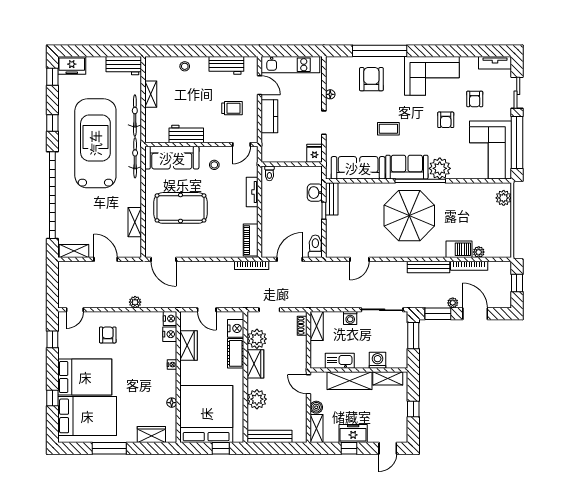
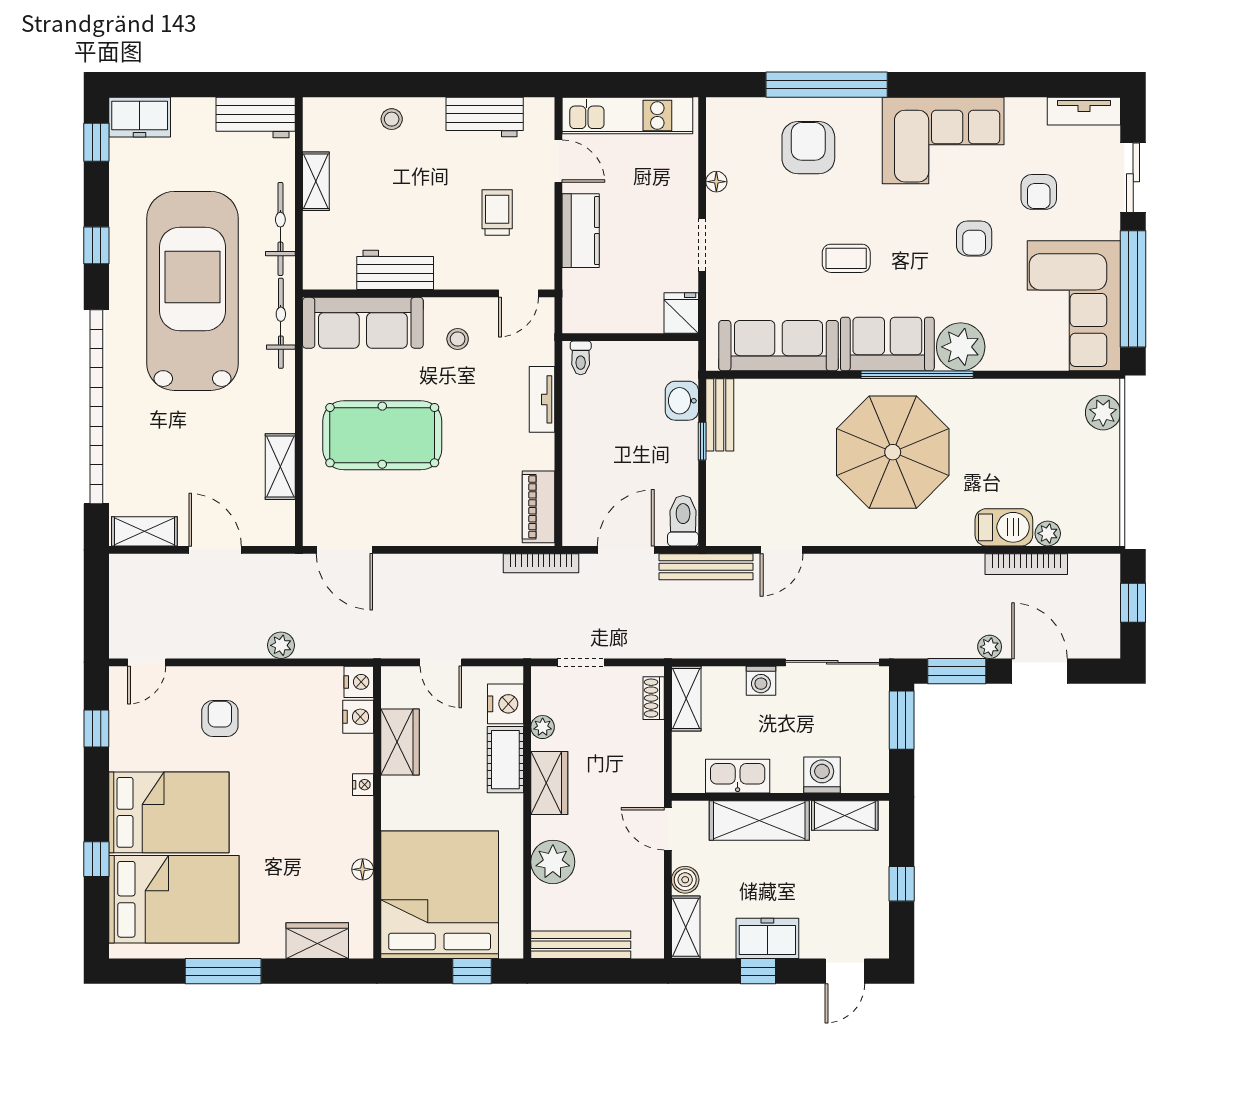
trolley: (232, 108) -> (497, 212), turned -90
bench: (428, 267) -> (706, 567), moved
plant: (257, 339) -> (543, 727), width x0.53, depth x0.53

